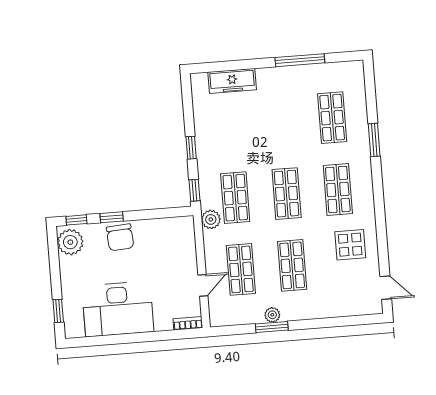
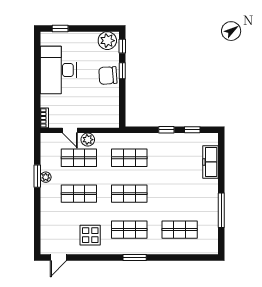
window: (374, 140) -> (135, 257), moved
window: (194, 190) -> (192, 130), moved
plant: (211, 219) -> (88, 140), moved

